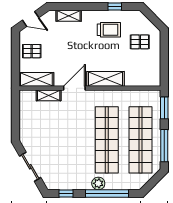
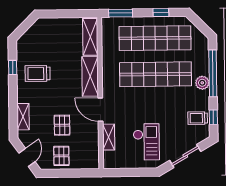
trolley: (109, 30) -> (38, 74), turned -90
pallet: (140, 42) -> (62, 125), moved
shelving: (36, 79) -> (90, 37), moved
checkout: (44, 131) -> (146, 142), added
window: (164, 146) -> (161, 13), width x0.46
trolley: (65, 179) -> (198, 118), added

